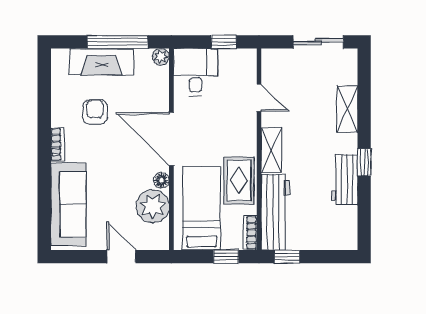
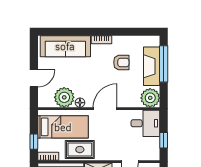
window: (117, 42) -> (164, 64), moved
plant: (161, 57) -> (150, 98), width x1.88, depth x1.88
door: (171, 139) -> (105, 109), width x0.73

